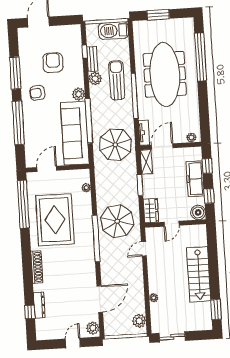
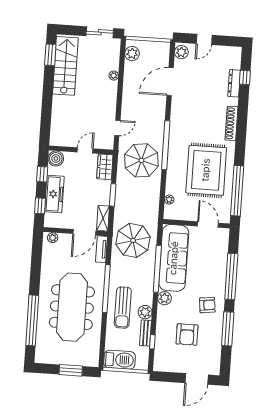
door: (47, 169) -> (208, 225), swing flipped
stairs: (199, 274) -> (65, 66), moved

